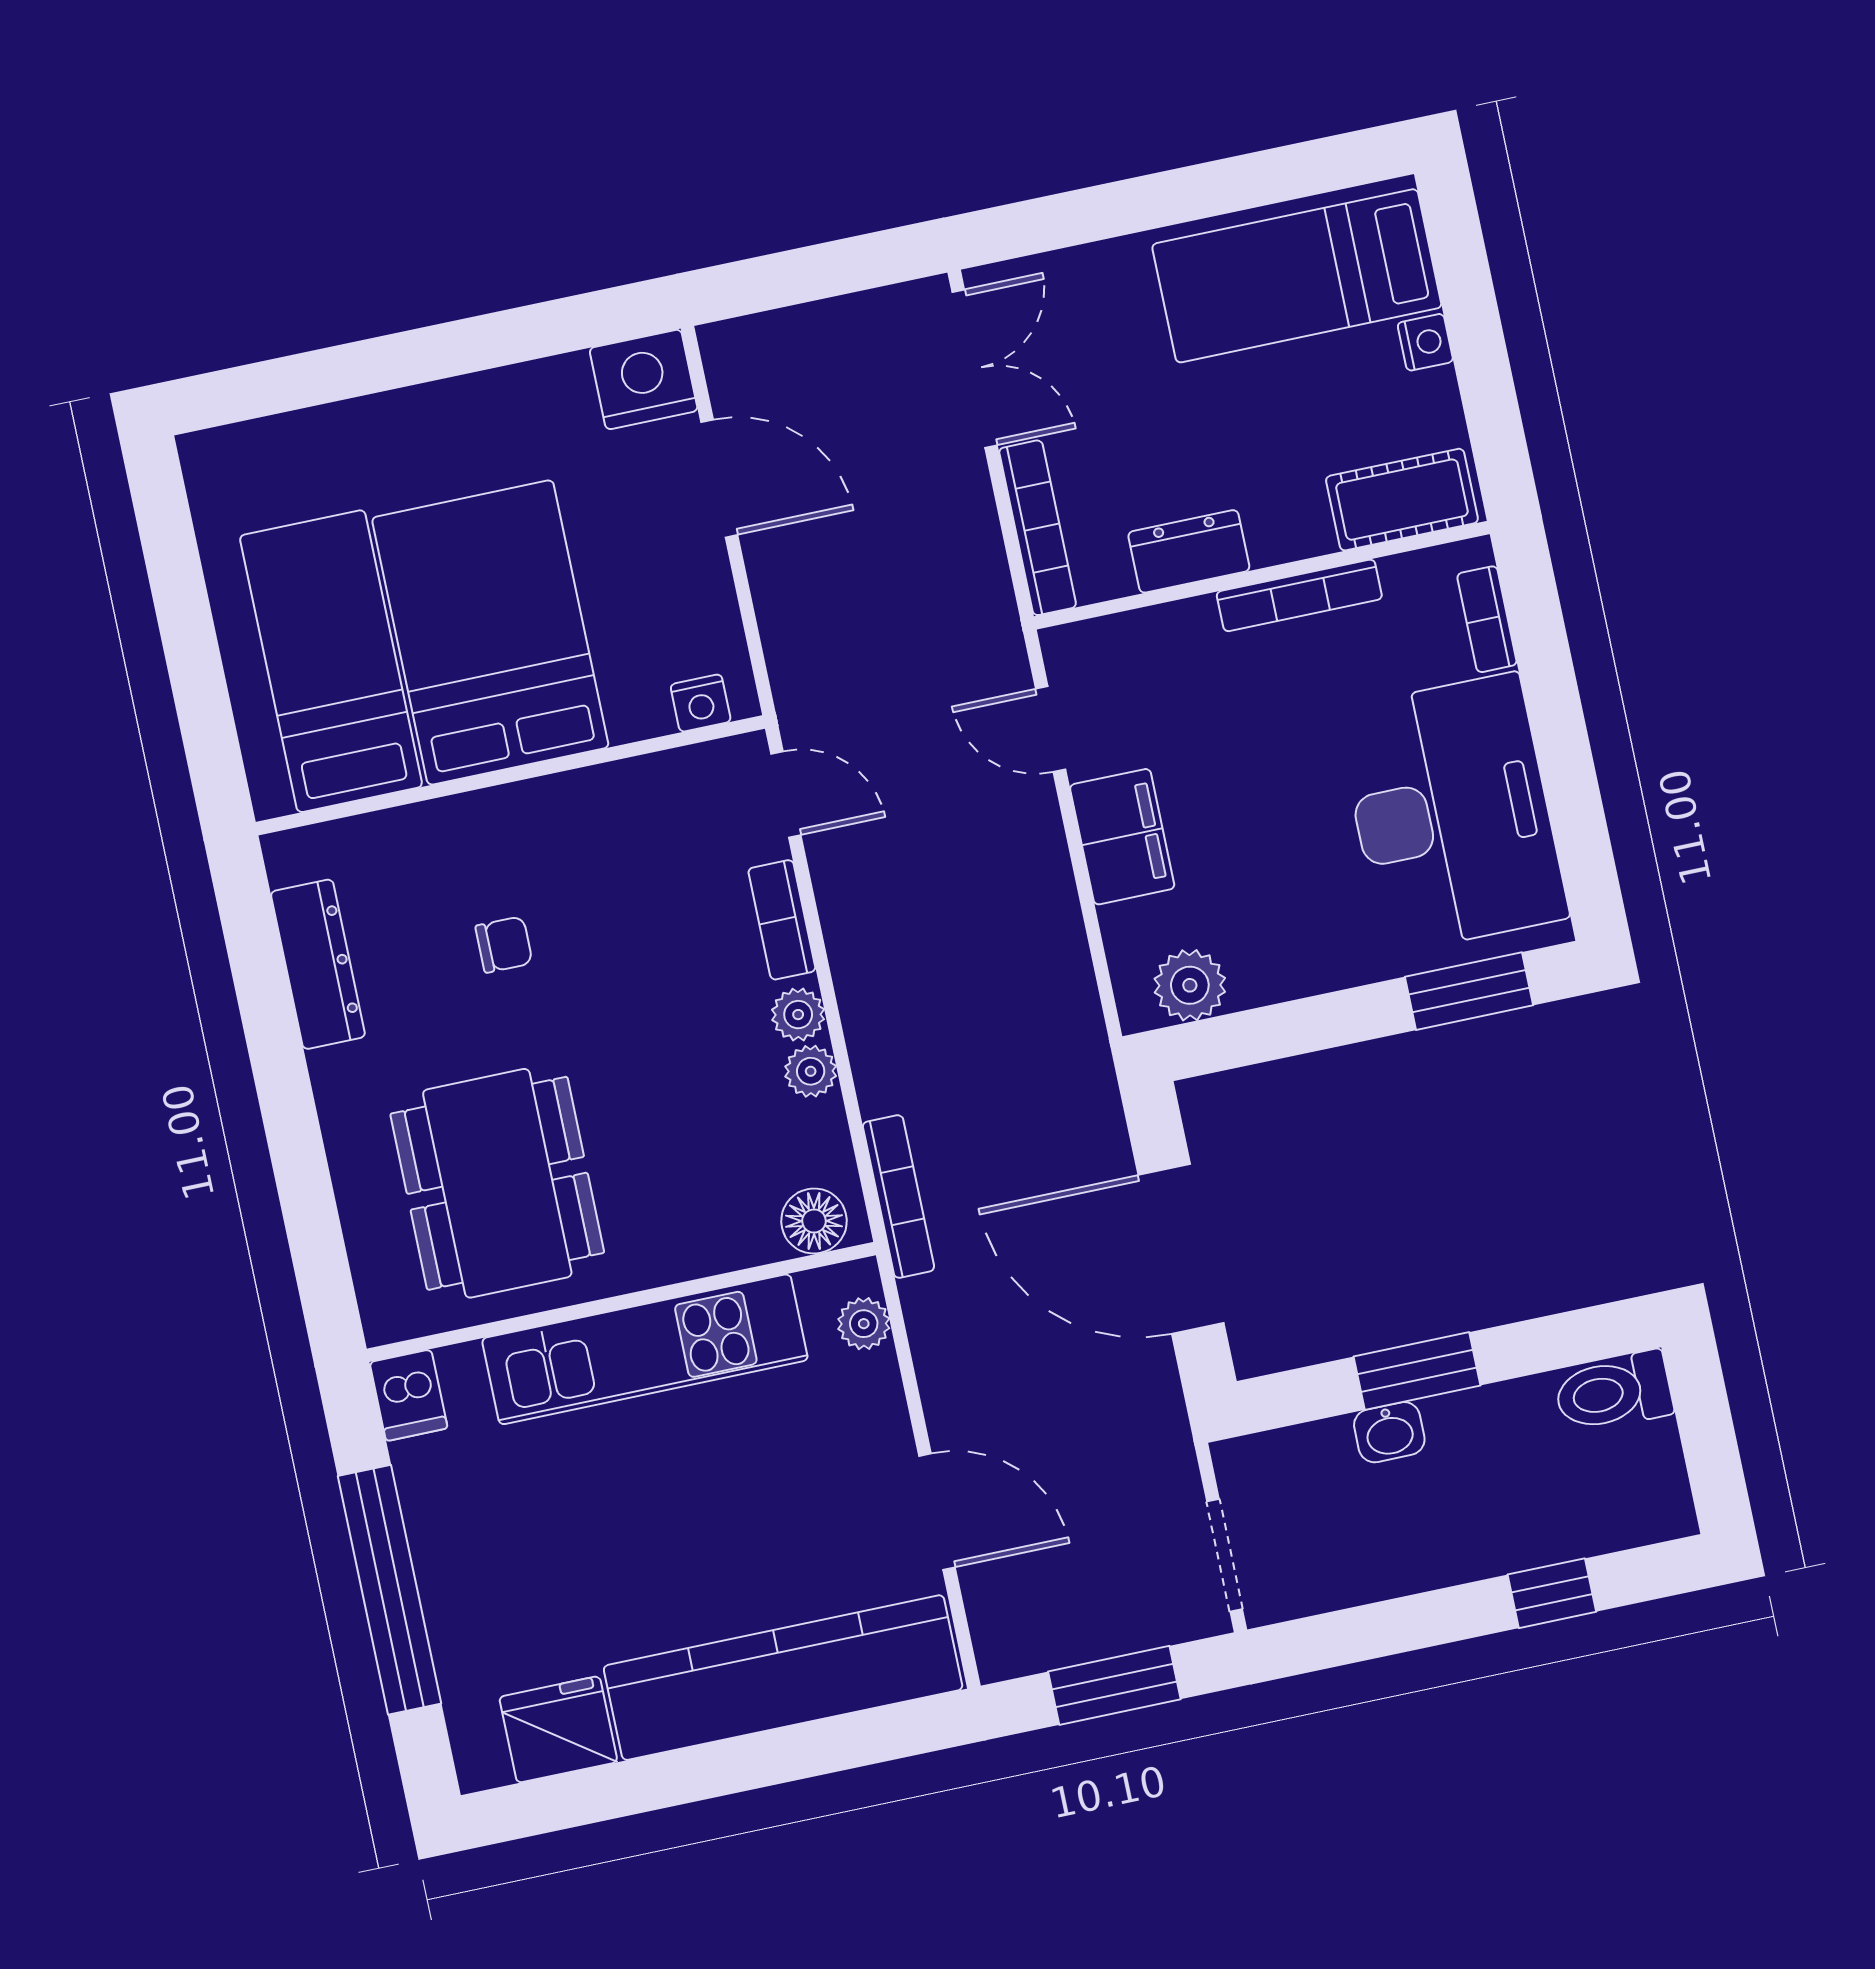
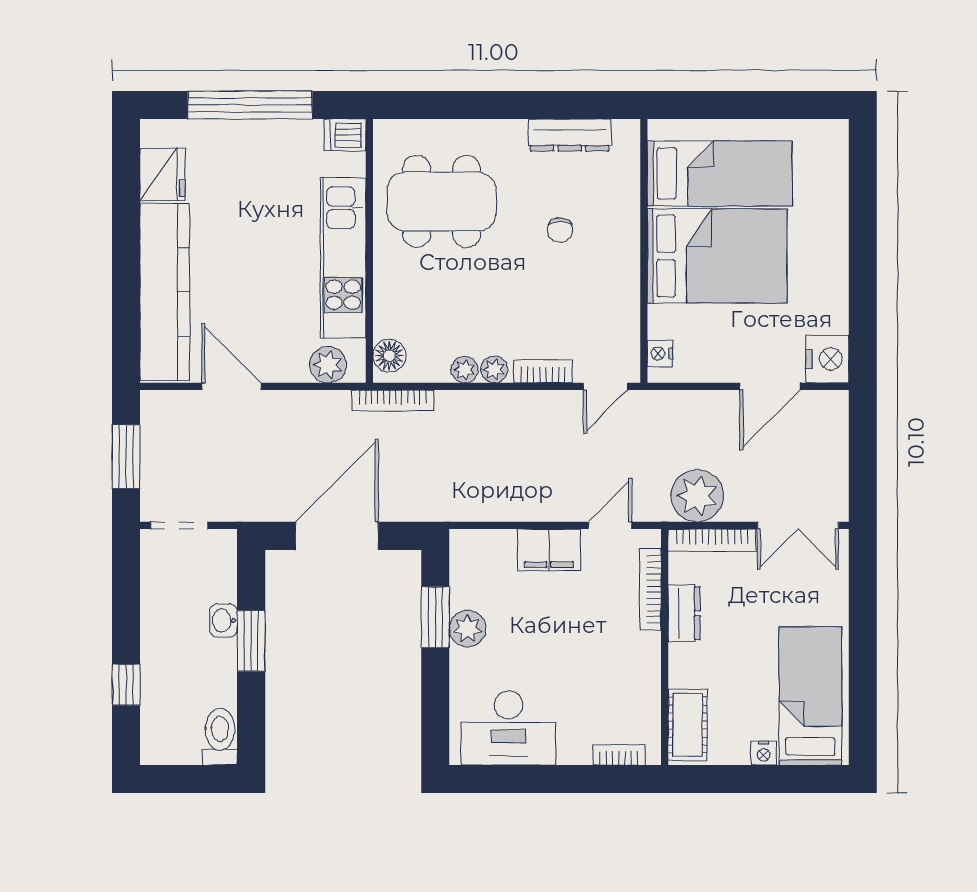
plant: (959, 573) -> (697, 496), added
bookcase: (1299, 595) -> (651, 589), moved
desk: (1452, 814) -> (508, 728), width x0.73, depth x0.77
plant: (1190, 985) -> (468, 629), moved
window: (1469, 991) -> (435, 617), moved
plant: (864, 1324) -> (328, 365), width x1.38, depth x1.38
door: (937, 1512) -> (231, 386), swing flipped

